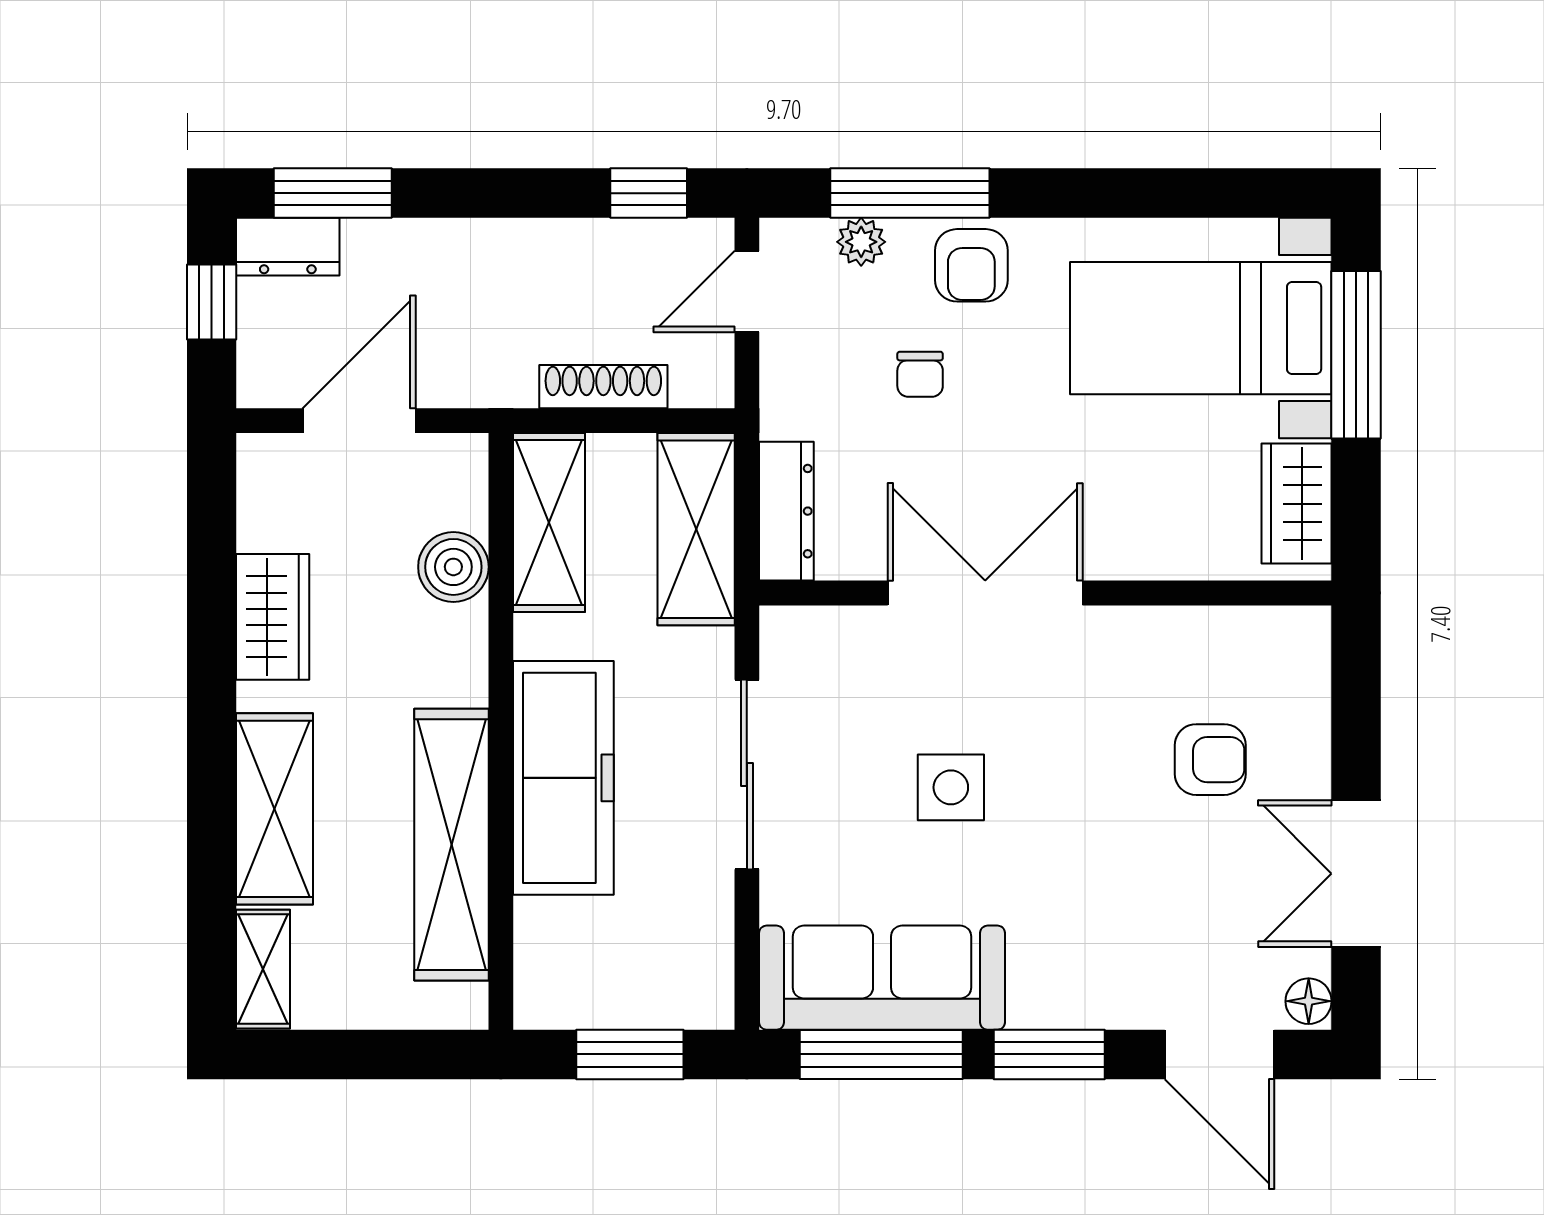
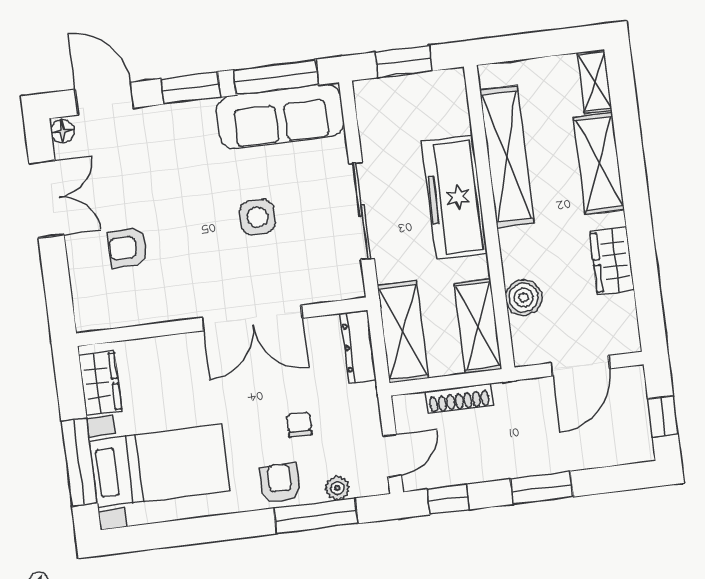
window: (333, 193) -> (542, 488), moved
dresser: (288, 247) -> (628, 449), removed

